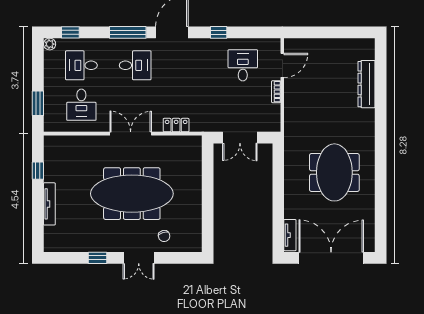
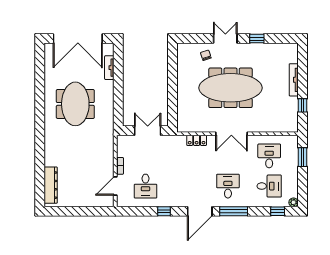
desk: (135, 65) -> (228, 186), turned 90
dresser: (366, 84) -> (51, 185), moved
tv unit: (290, 235) -> (109, 68), moved

